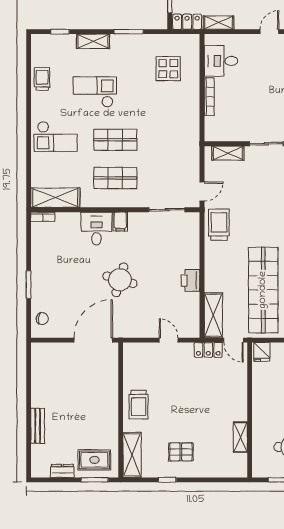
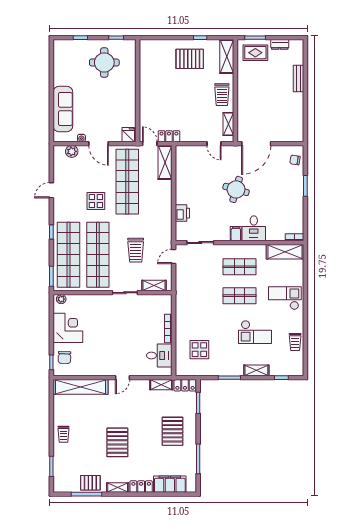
trolley: (219, 225) -> (136, 250), moved
printer: (191, 281) -> (182, 213), moved
door: (169, 340) -> (214, 144), moved
trolley: (139, 405) -> (222, 95), turned 180
shelving: (240, 437) -> (228, 124), moved
pallet: (181, 452) -> (190, 59), width x1.50, depth x1.42

